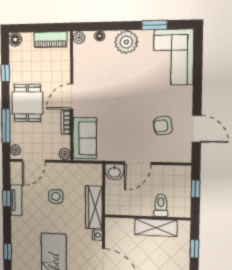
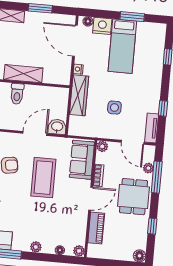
piano: (50, 40) -> (96, 228), moved, turned 90
plant: (126, 42) -> (36, 247), width x0.53, depth x0.53
coffee table: (124, 115) -> (43, 178), added
plant: (15, 150) -> (148, 168), moved
door: (34, 161) -> (133, 142), swing flipped
tv unit: (16, 200) -> (152, 128), moved

